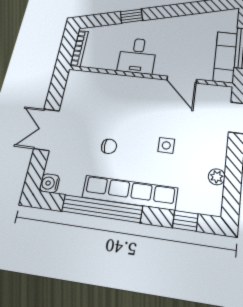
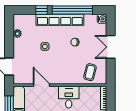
coffee table: (93, 91) -> (90, 72), added
double door: (46, 130) -> (111, 47), swing flipped
window: (185, 221) -> (41, 10), moved

